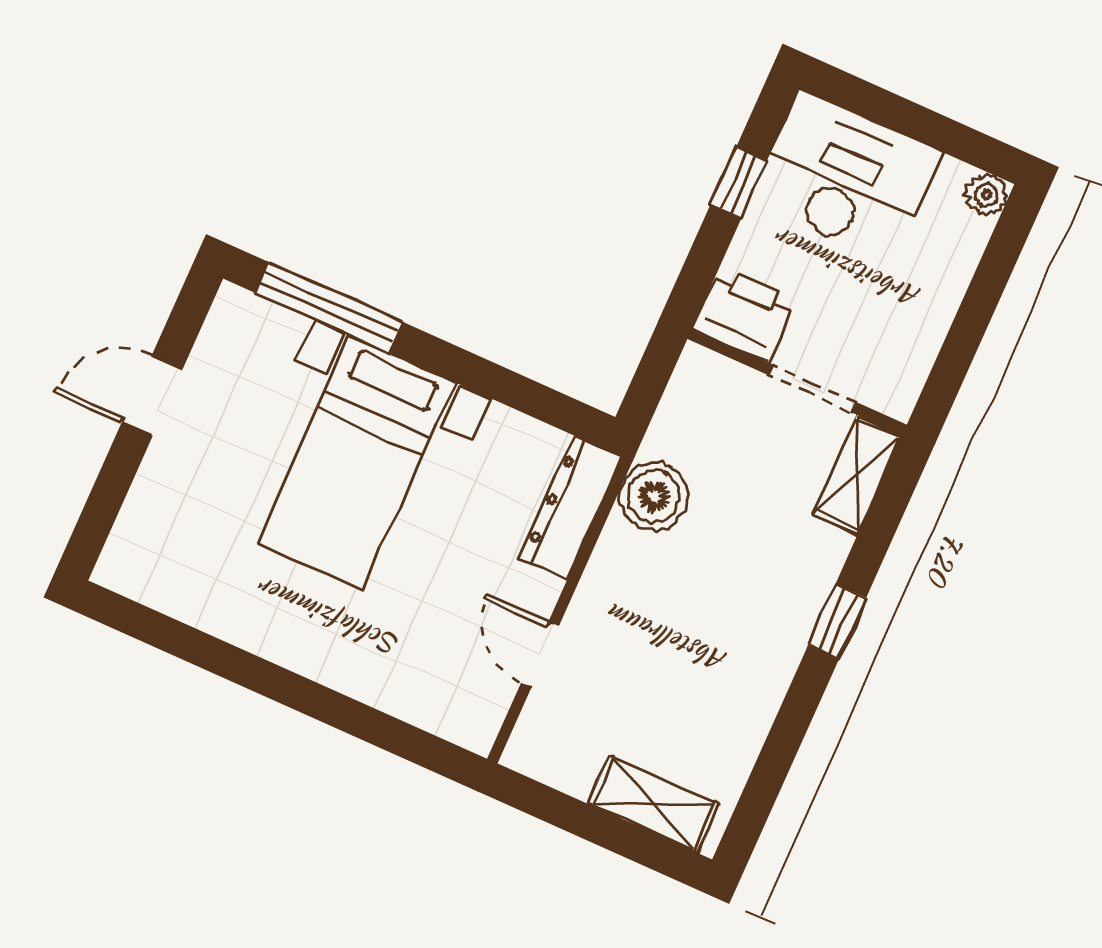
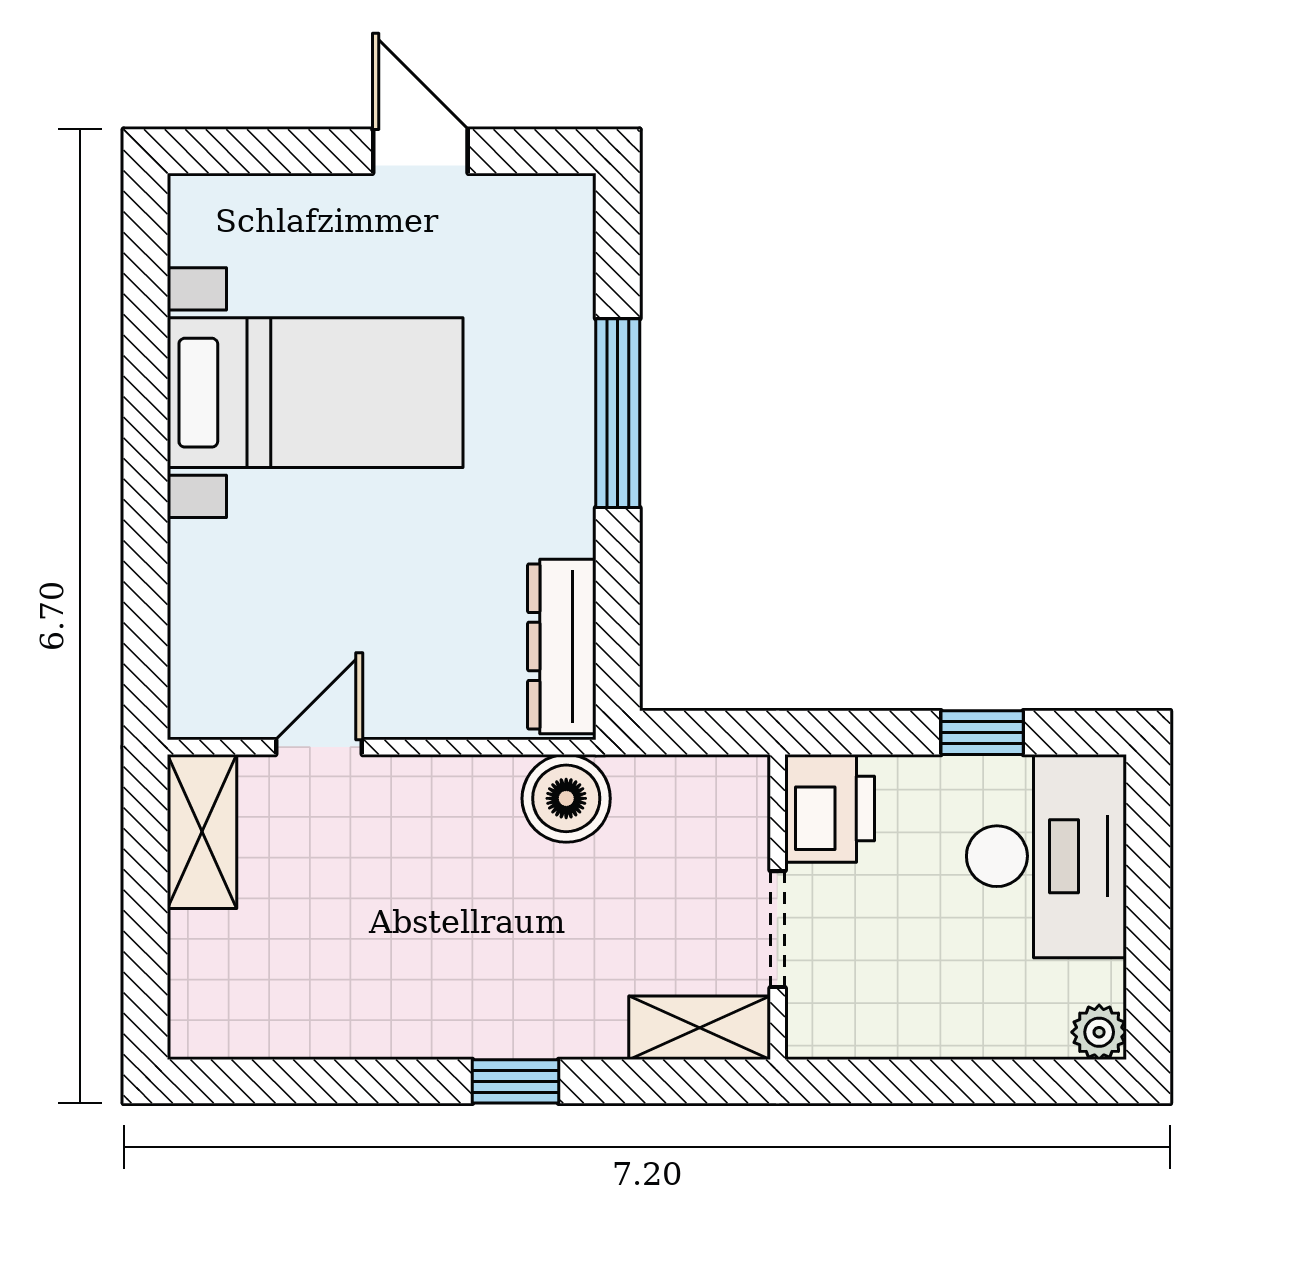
window: (329, 307) -> (618, 413), moved
bed with nightstands: (356, 463) -> (315, 393), moved, turned 180
dresser: (571, 508) -> (562, 646), moved, turned -90
shelving: (654, 804) -> (202, 832), moved

